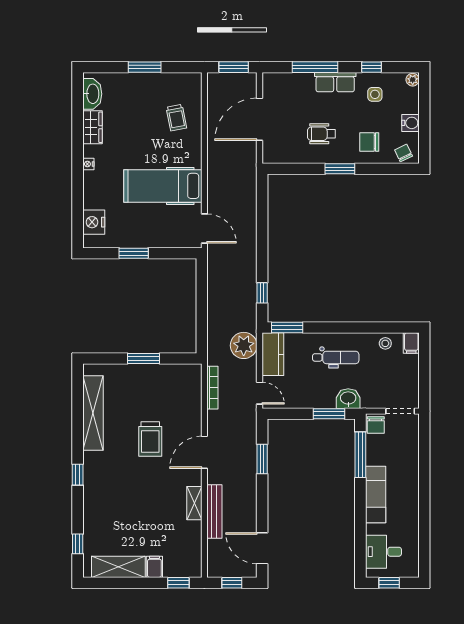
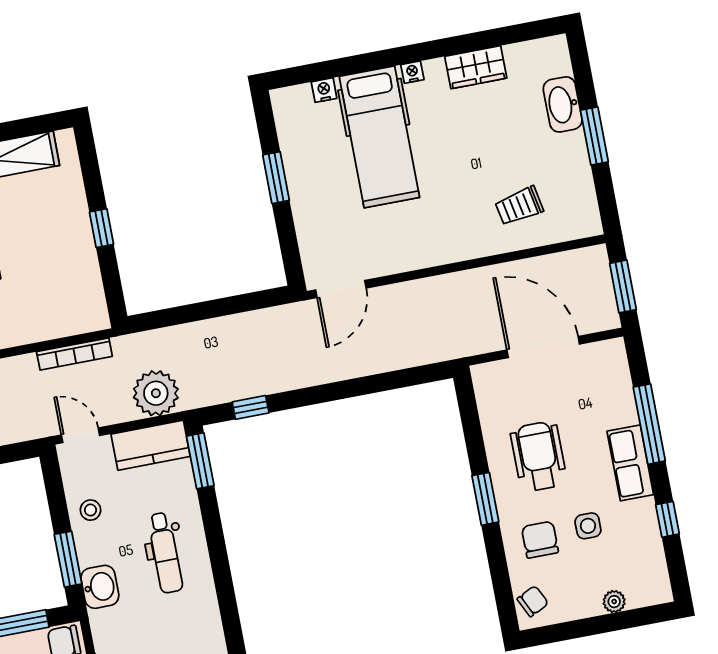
plant: (413, 80) -> (614, 602), moved
washbasin: (92, 94) -> (563, 104), moved, turned 90
side table: (375, 94) -> (588, 526), moved
water cooler: (410, 123) -> (586, 603), removed
wheelchair: (321, 134) -> (539, 456), width x1.36, depth x1.37
hospital bed: (163, 186) -> (379, 137), moved, turned 180
nightstand: (94, 222) -> (324, 90), width x0.53, depth x0.56
stool: (385, 343) -> (90, 510), moved
window: (144, 359) -> (102, 228), width x0.67
door: (260, 393) -> (80, 435), swing flipped

